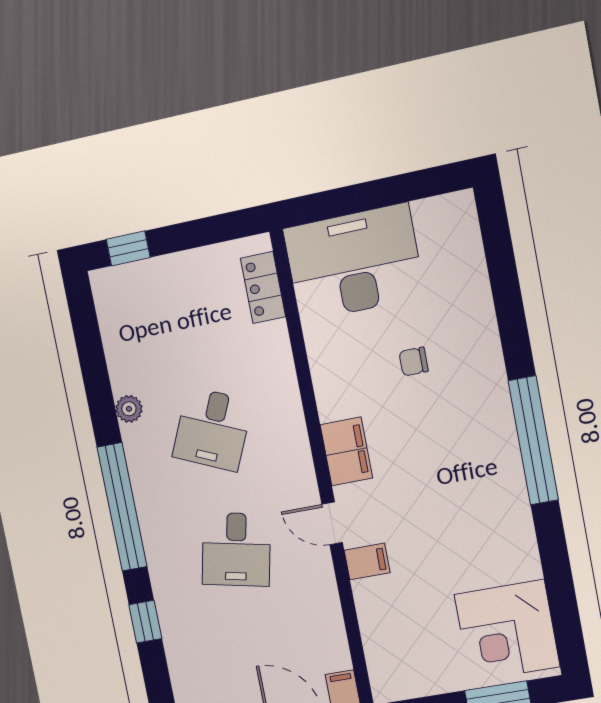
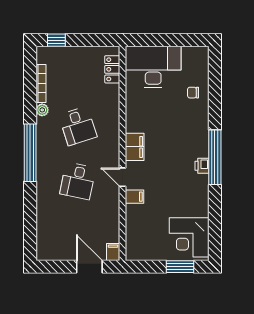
bookcase: (115, 351) -> (41, 83), added
chair: (414, 362) -> (193, 93), moved
desk: (212, 429) -> (78, 126), turned -42
printer: (507, 465) -> (202, 166), added
window: (145, 622) -> (30, 206), removed

